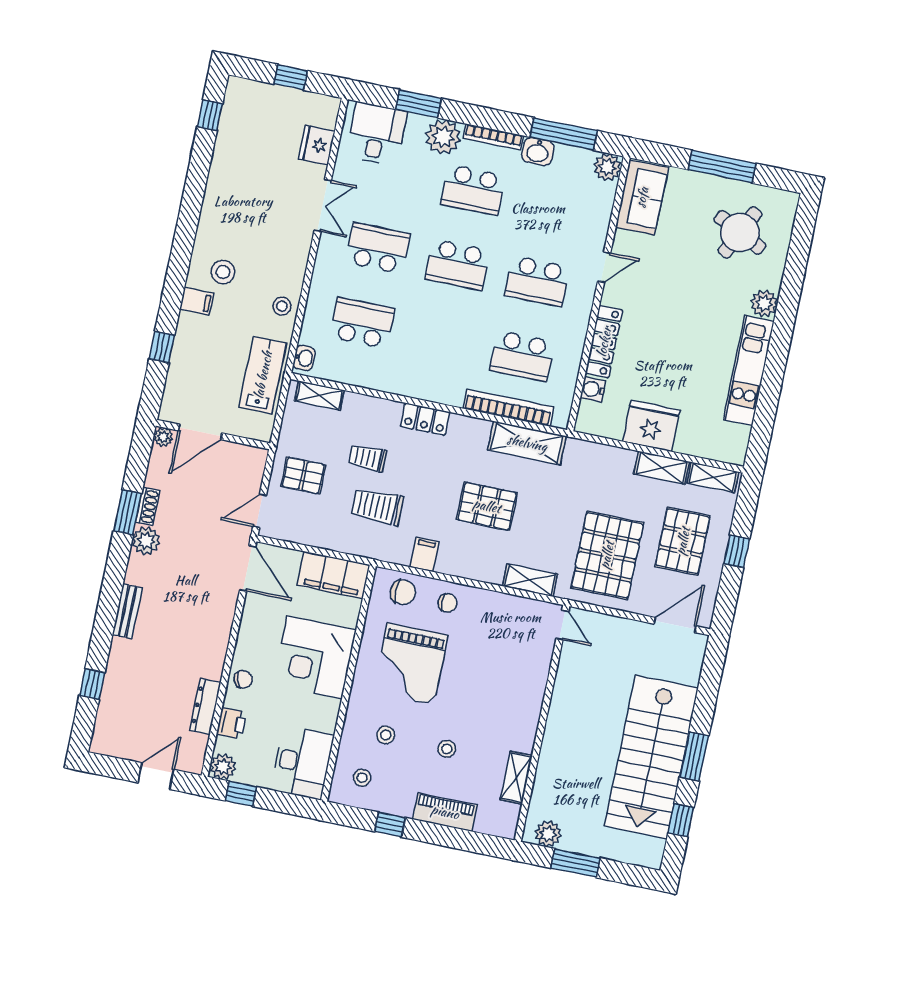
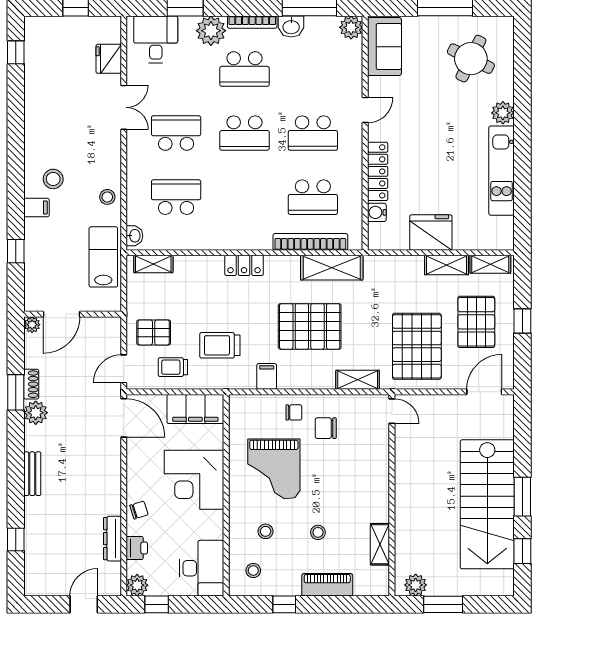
trolley: (367, 458) -> (173, 367), moved
pallet: (487, 506) -> (310, 326), width x1.37, depth x1.41
chair: (403, 592) -> (326, 428), moved, turned 180

